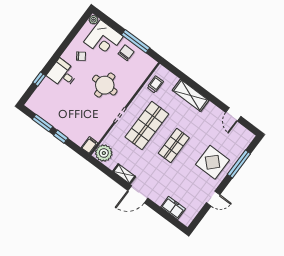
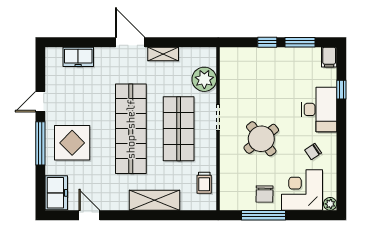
desk: (63, 74) -> (319, 109), width x1.37
round table: (105, 85) -> (261, 139), turned -38
freezer: (242, 141) -> (56, 193), added
filing cabinet: (90, 145) -> (329, 57), moved
shop shelf: (174, 145) -> (131, 129), width x2.00, depth x1.36
plant: (104, 153) -> (204, 79), moved
window: (239, 164) -> (40, 143), moved
door: (138, 194) -> (130, 42), hinge flipped

